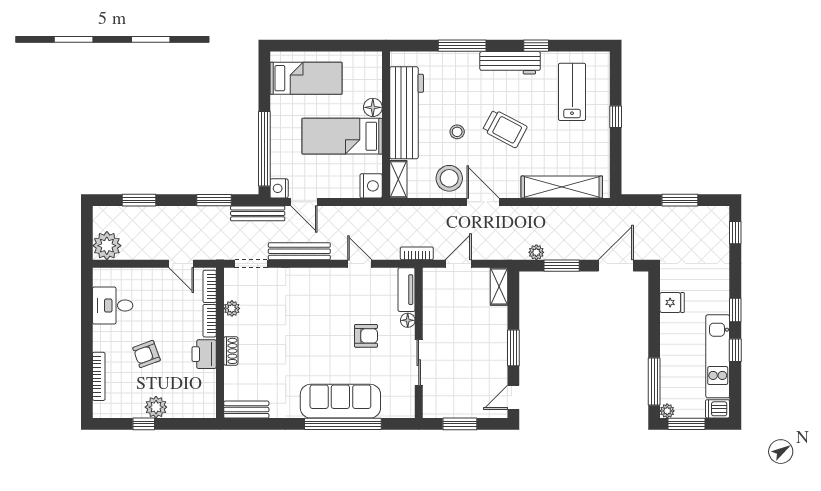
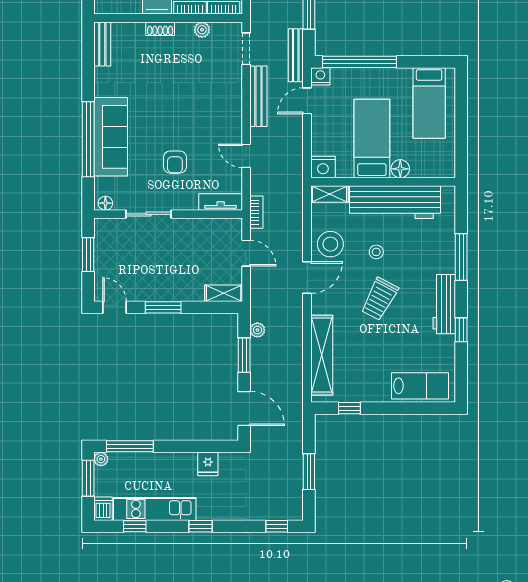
lab bench: (572, 92) -> (420, 386), moved
window: (616, 117) -> (349, 408), moved
door: (360, 264) -> (246, 156), swing flipped
floor lamp: (408, 320) -> (105, 203), moved
window: (735, 350) -> (135, 526), moved

